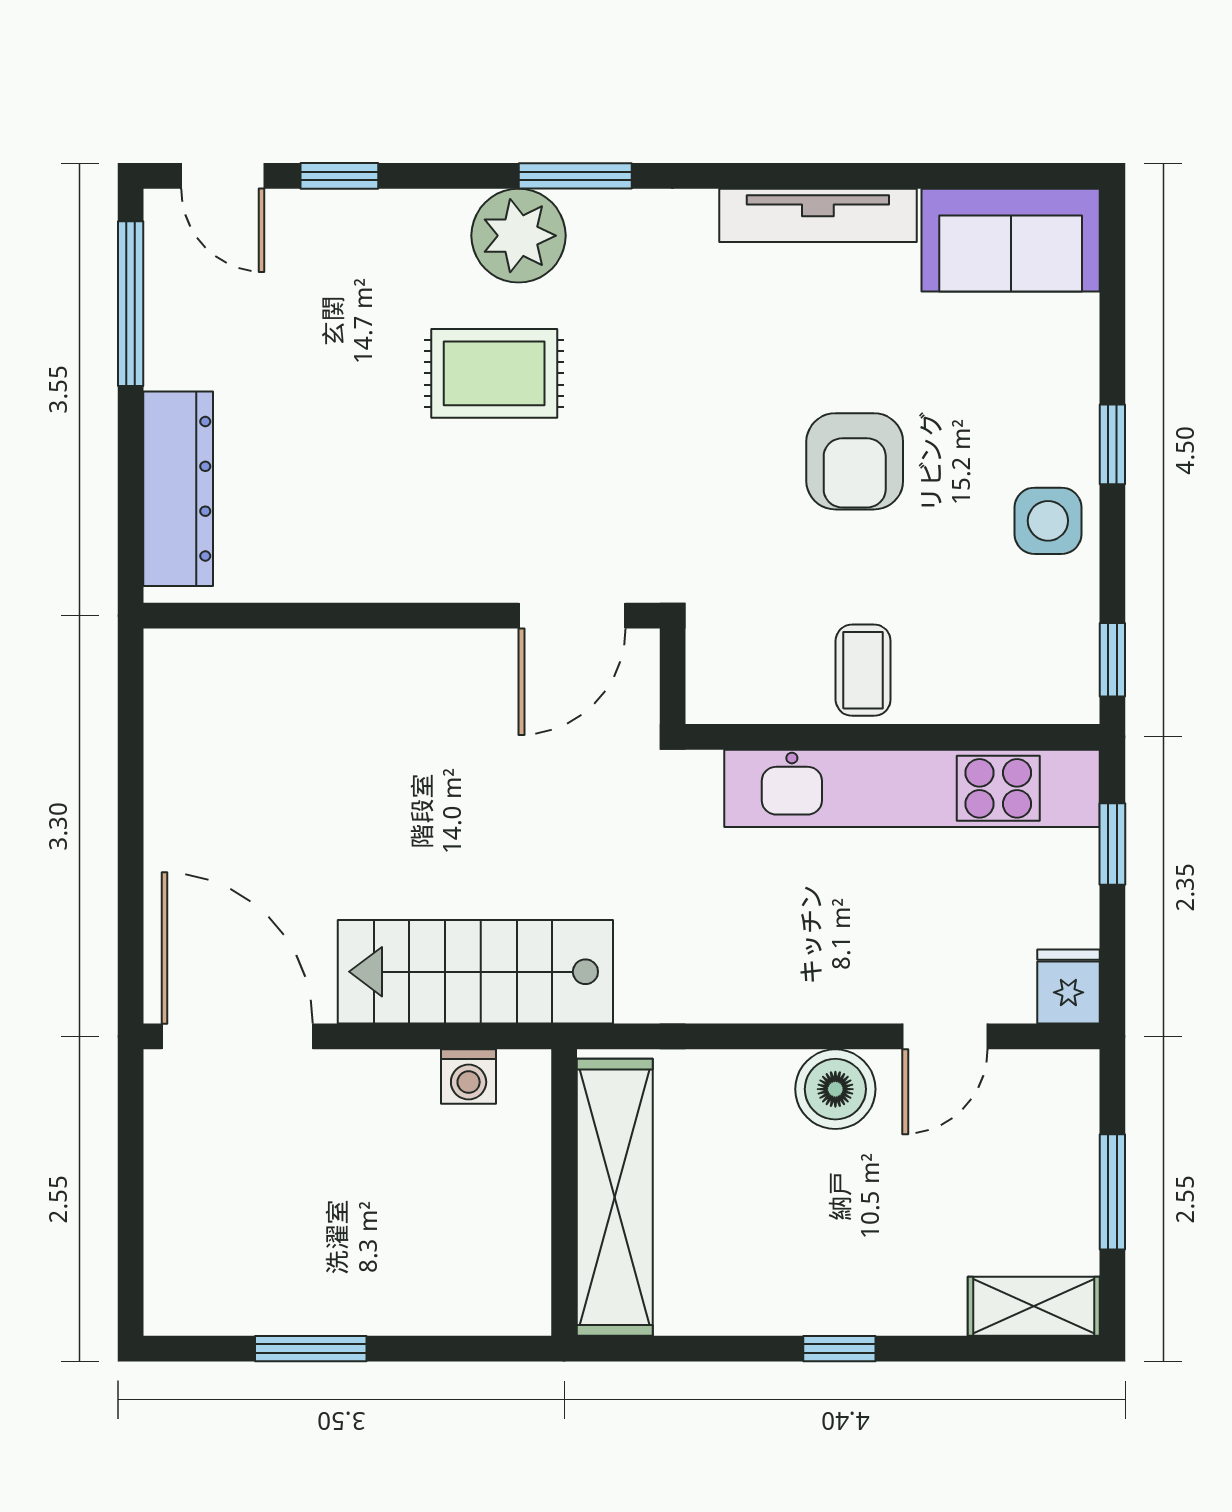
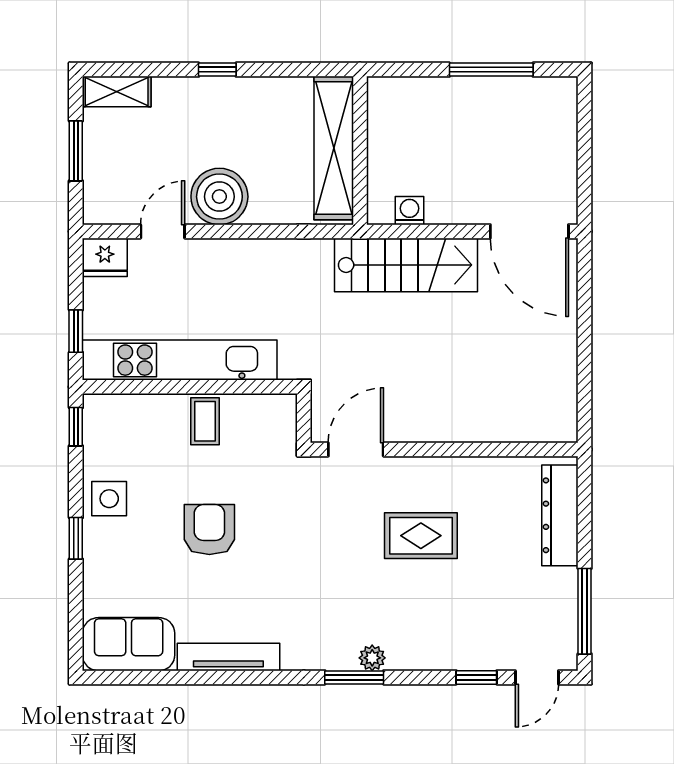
door: (223, 176) -> (537, 677), swing flipped
plant: (519, 236) -> (372, 658), width x0.53, depth x0.53
rug: (494, 373) -> (421, 536), moved
fridge: (1068, 987) -> (105, 257), width x1.38
boiler: (835, 1089) -> (219, 197), width x1.37, depth x1.37
window: (311, 1349) -> (491, 70), width x1.44

